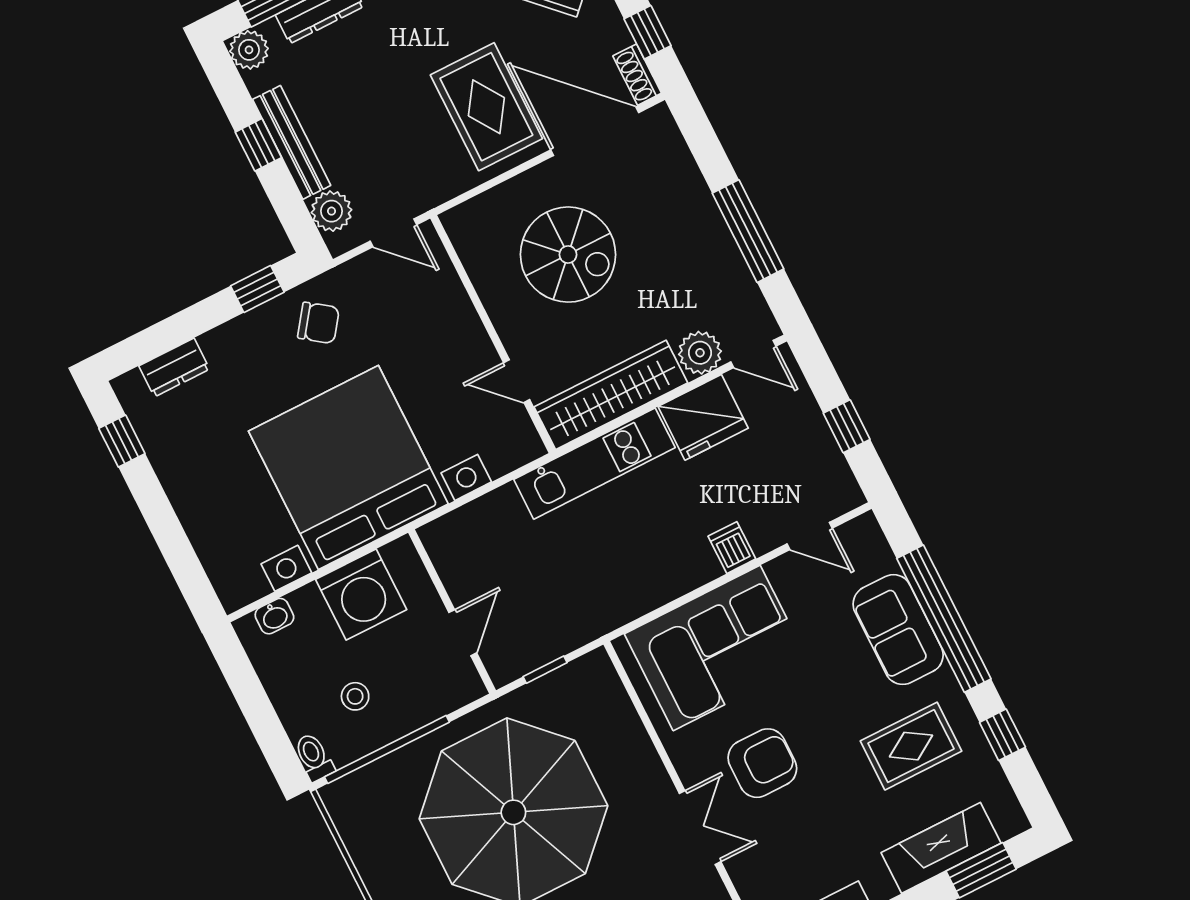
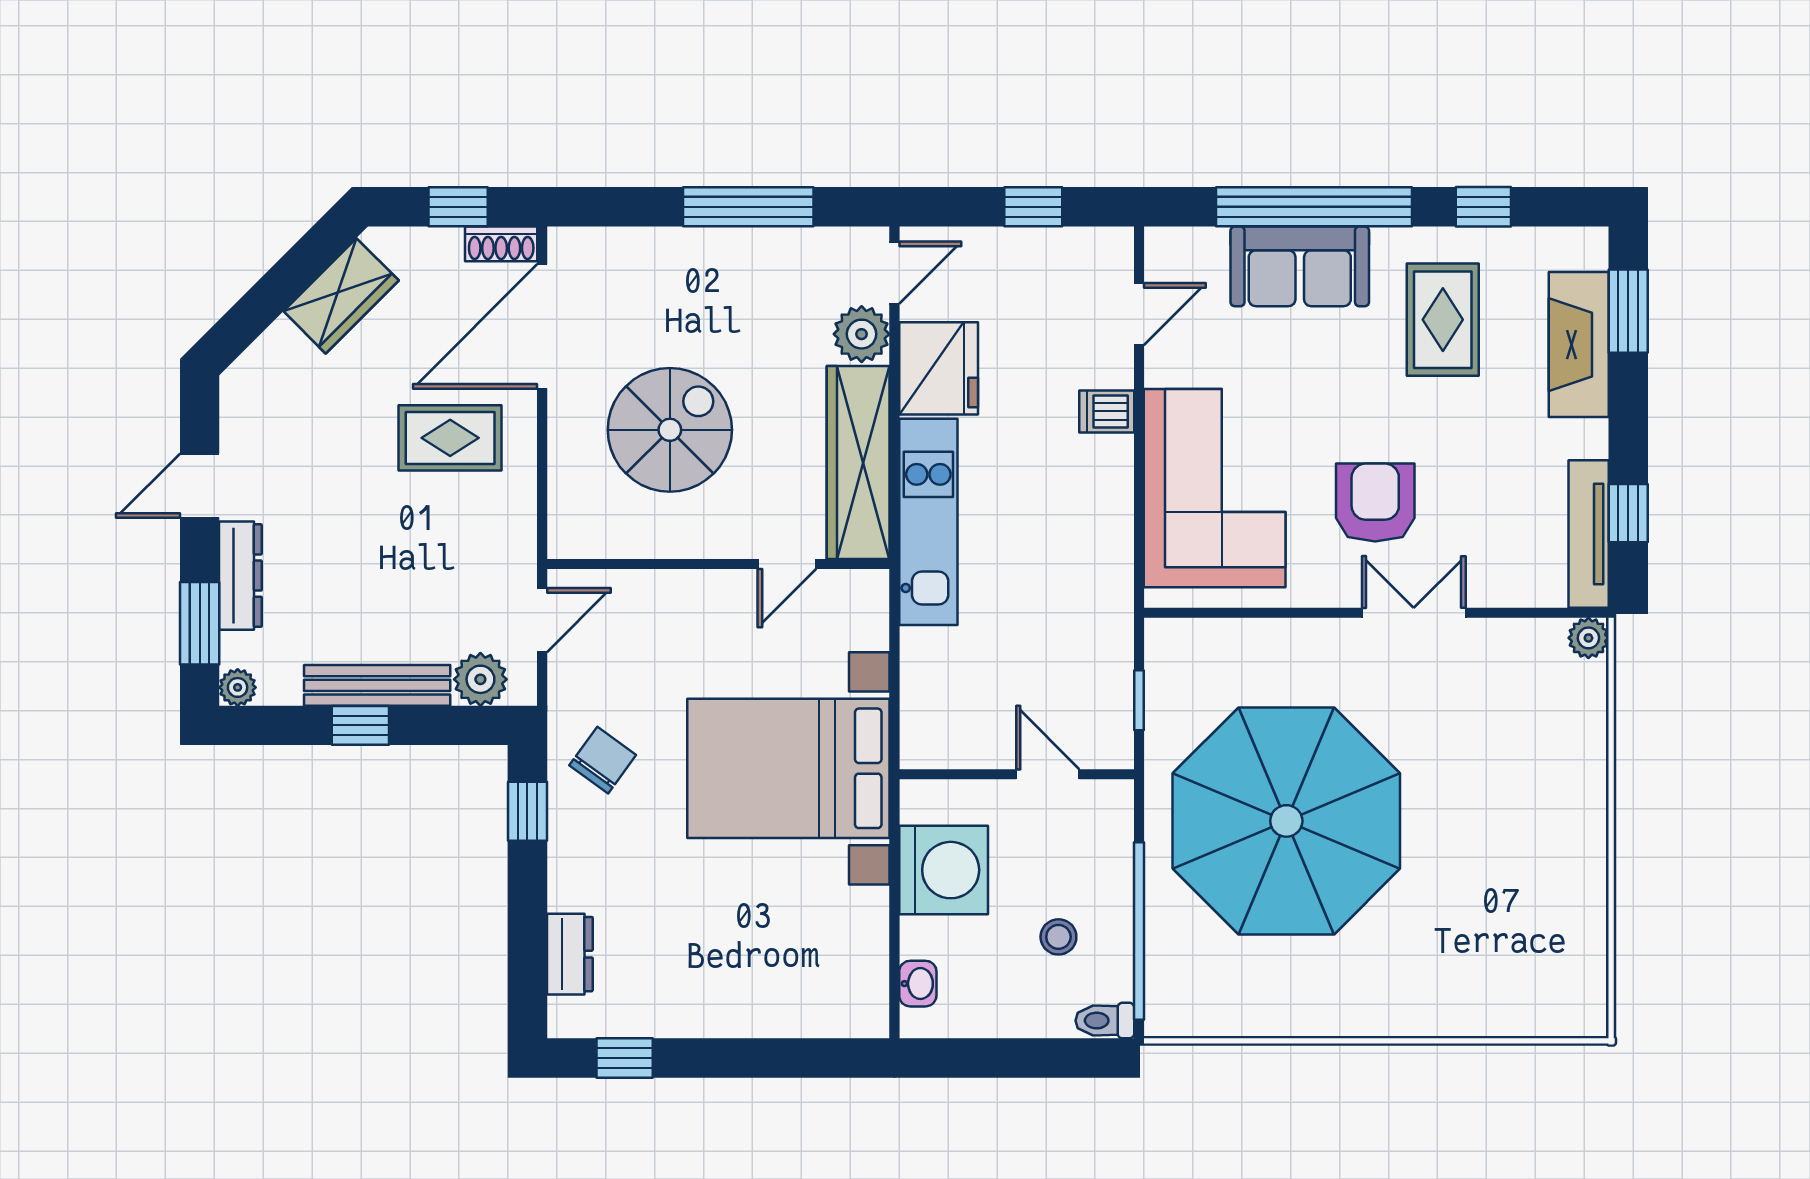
plant: (249, 50) -> (238, 687), width x0.73, depth x0.73
rug: (486, 107) -> (450, 438), width x0.73, depth x0.70
bed with nightstands: (348, 467) -> (788, 768), width x0.73

